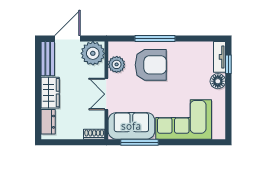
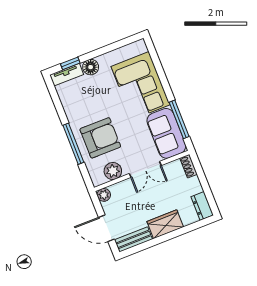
plant: (93, 53) -> (104, 195), width x0.53, depth x0.53
armchair: (151, 65) -> (100, 138), turned 90
dresser: (48, 122) -> (202, 206), moved, turned -90

